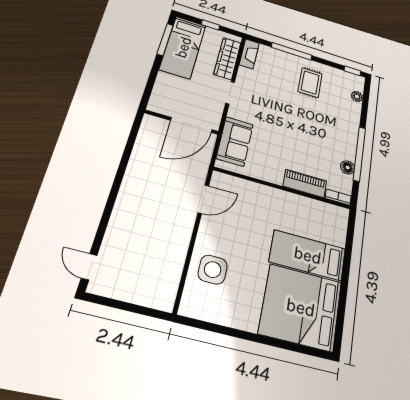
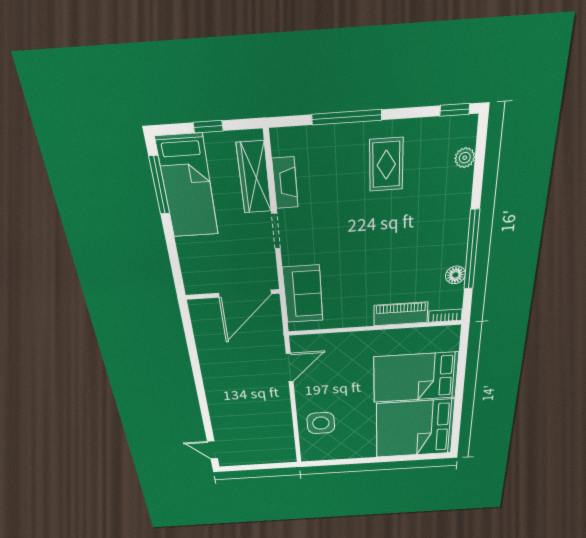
fireplace: (249, 54) -> (285, 183), moved
bed: (308, 255) -> (415, 377), width x1.50

